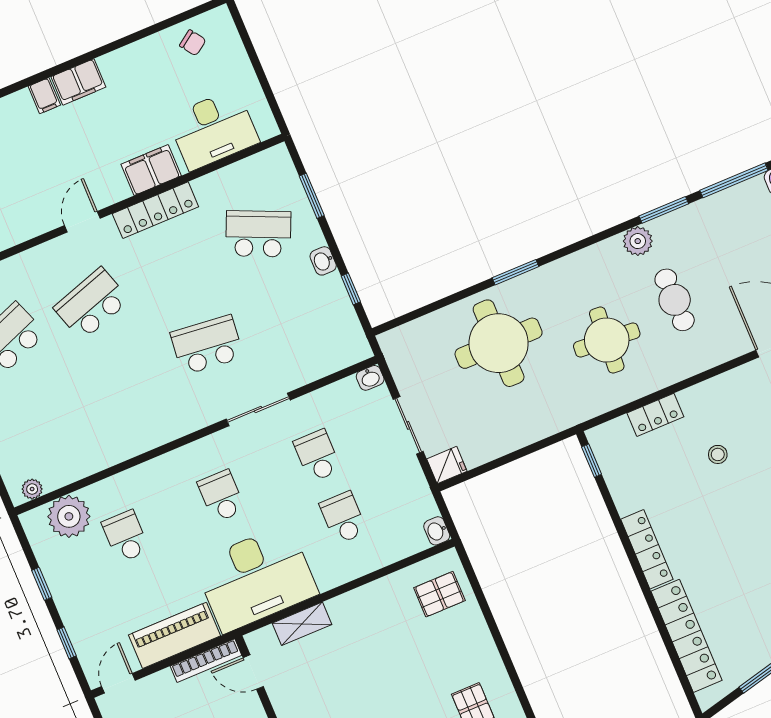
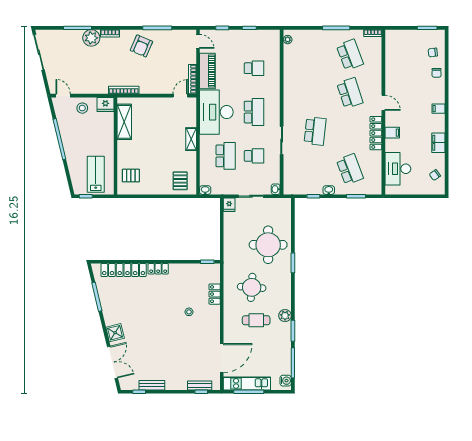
filing cabinet: (78, 82) -> (438, 143), moved
filing cabinet: (151, 170) -> (392, 133), width x0.50
school desk: (258, 234) -> (350, 169), turned -45
school desk: (221, 496) -> (254, 112), width x1.85
plant: (69, 516) -> (271, 49), removed
school desk: (343, 518) -> (226, 156), width x1.85
locker: (647, 549) -> (158, 269), width x0.66
shelving: (302, 624) -> (191, 139), moved

